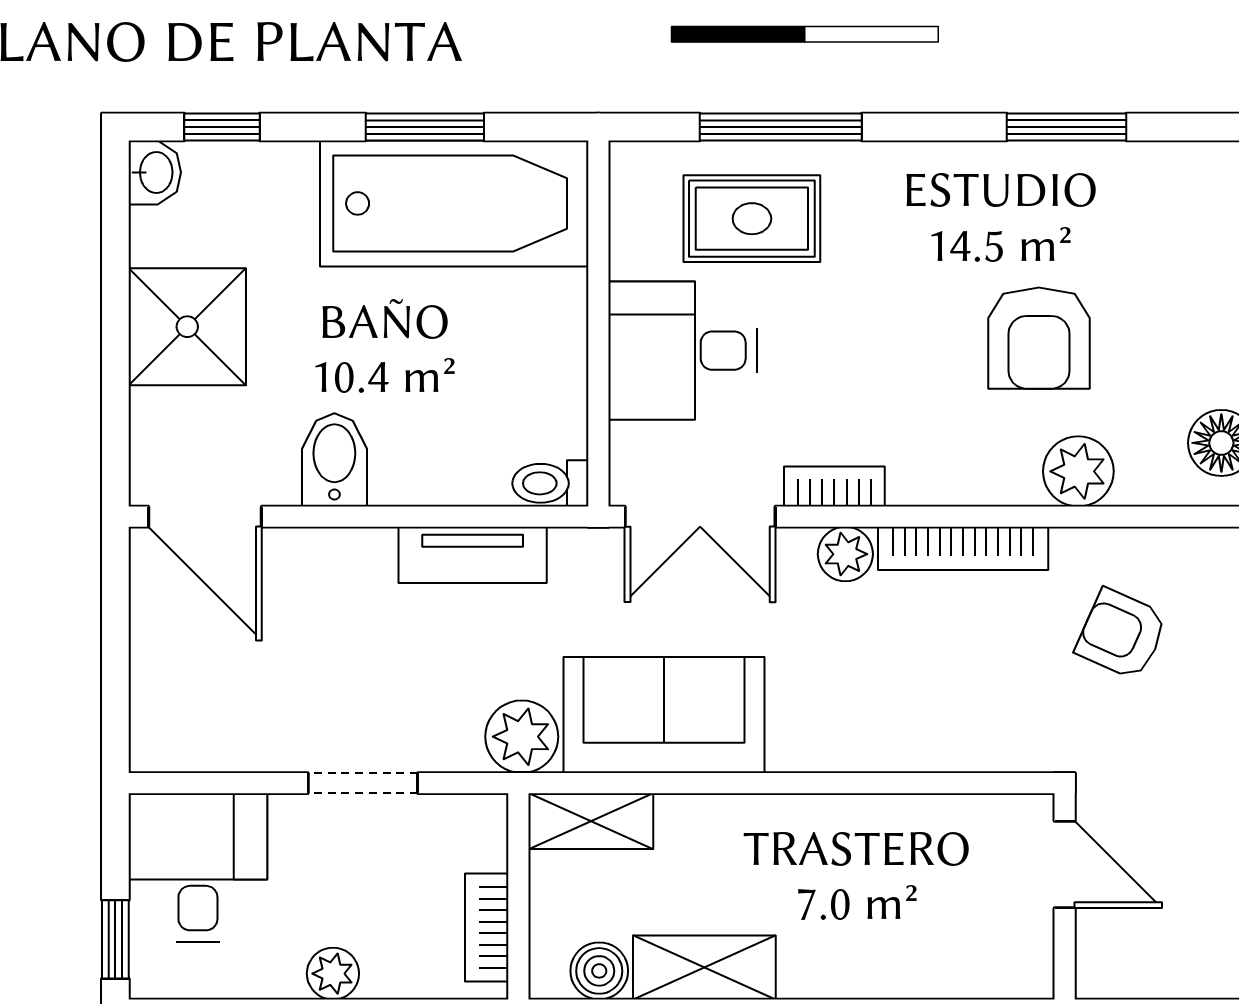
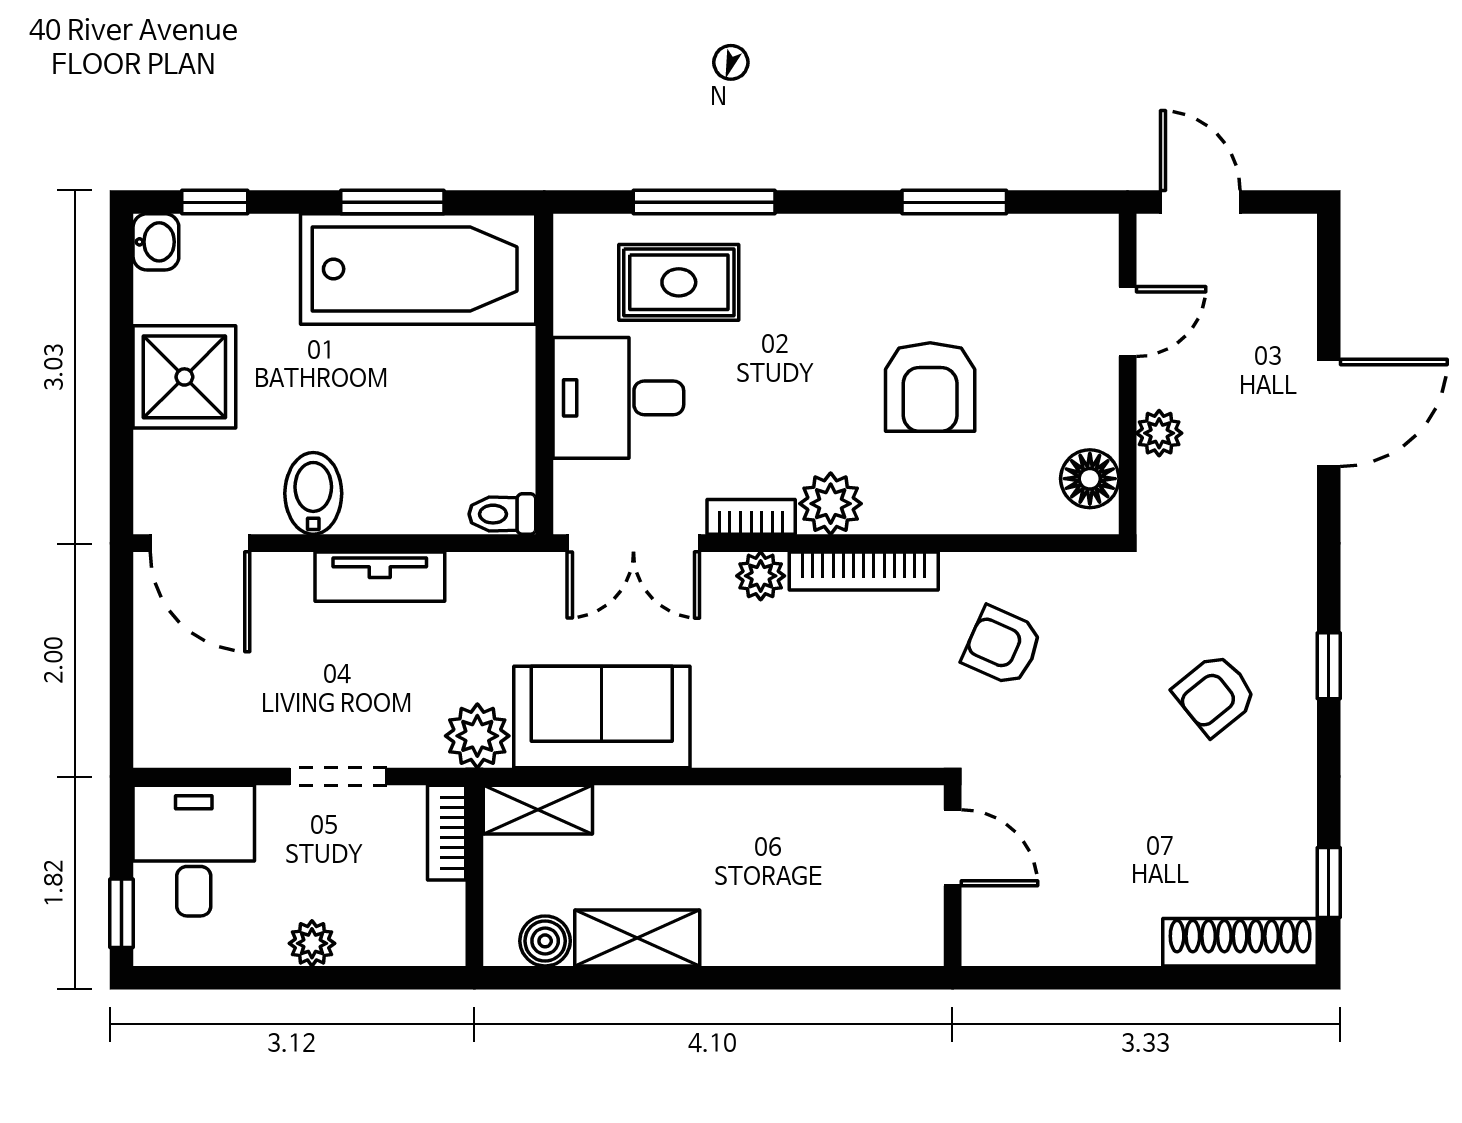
plant: (1078, 471) -> (831, 504), moved
tv unit: (473, 555) -> (380, 577), moved
bookcase: (487, 928) -> (447, 833), moved

